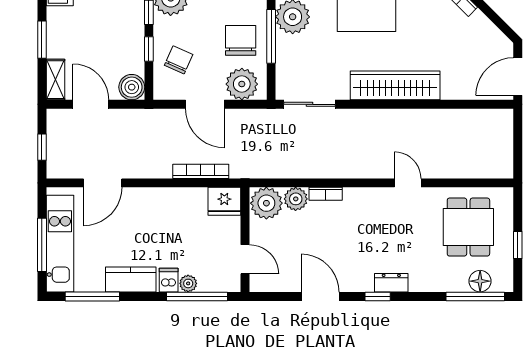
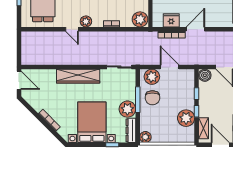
chair: (179, 60) -> (182, 88), removed
door: (518, 77) -> (19, 80), hinge flipped
door: (103, 183) -> (195, 29), moved
plant: (296, 199) -> (86, 21), moved
fridge: (224, 201) -> (171, 20), moved

